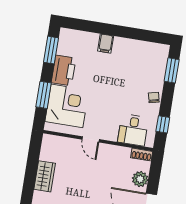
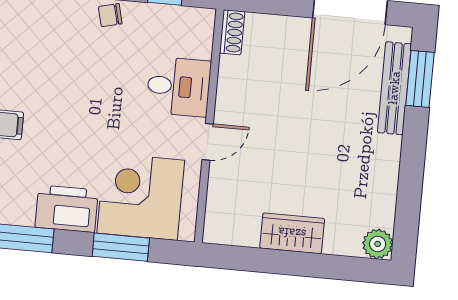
desk: (133, 130) -> (178, 87), moved
plant: (140, 179) -> (284, 32), removed

